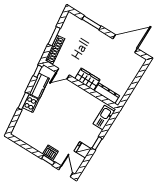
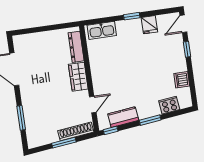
door: (63, 74) -> (93, 105), hinge flipped
cooker: (31, 104) -> (169, 105), moved
dishwasher: (50, 153) -> (182, 80), moved

